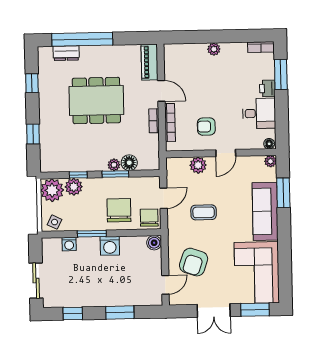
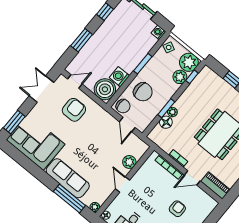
armchair: (206, 127) -> (177, 209), moved
window: (78, 175) -> (192, 77), moved
window: (283, 193) -> (69, 199), width x1.44
coffee table: (204, 212) -> (98, 141), removed
boiler: (154, 243) -> (105, 89), width x1.86, depth x1.86
washing machine: (69, 244) -> (158, 32), moved
washing machine: (110, 246) -> (119, 77), moved
armchair: (194, 262) -> (74, 110), turned 71
door: (165, 285) -> (75, 81), swing flipped
double door: (214, 311) -> (41, 89), moved

